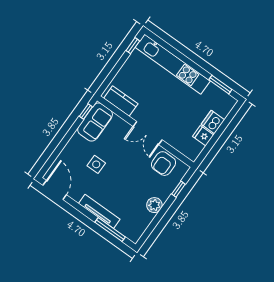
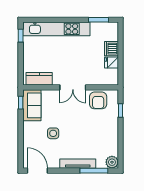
plant: (154, 205) -> (112, 162), moved

